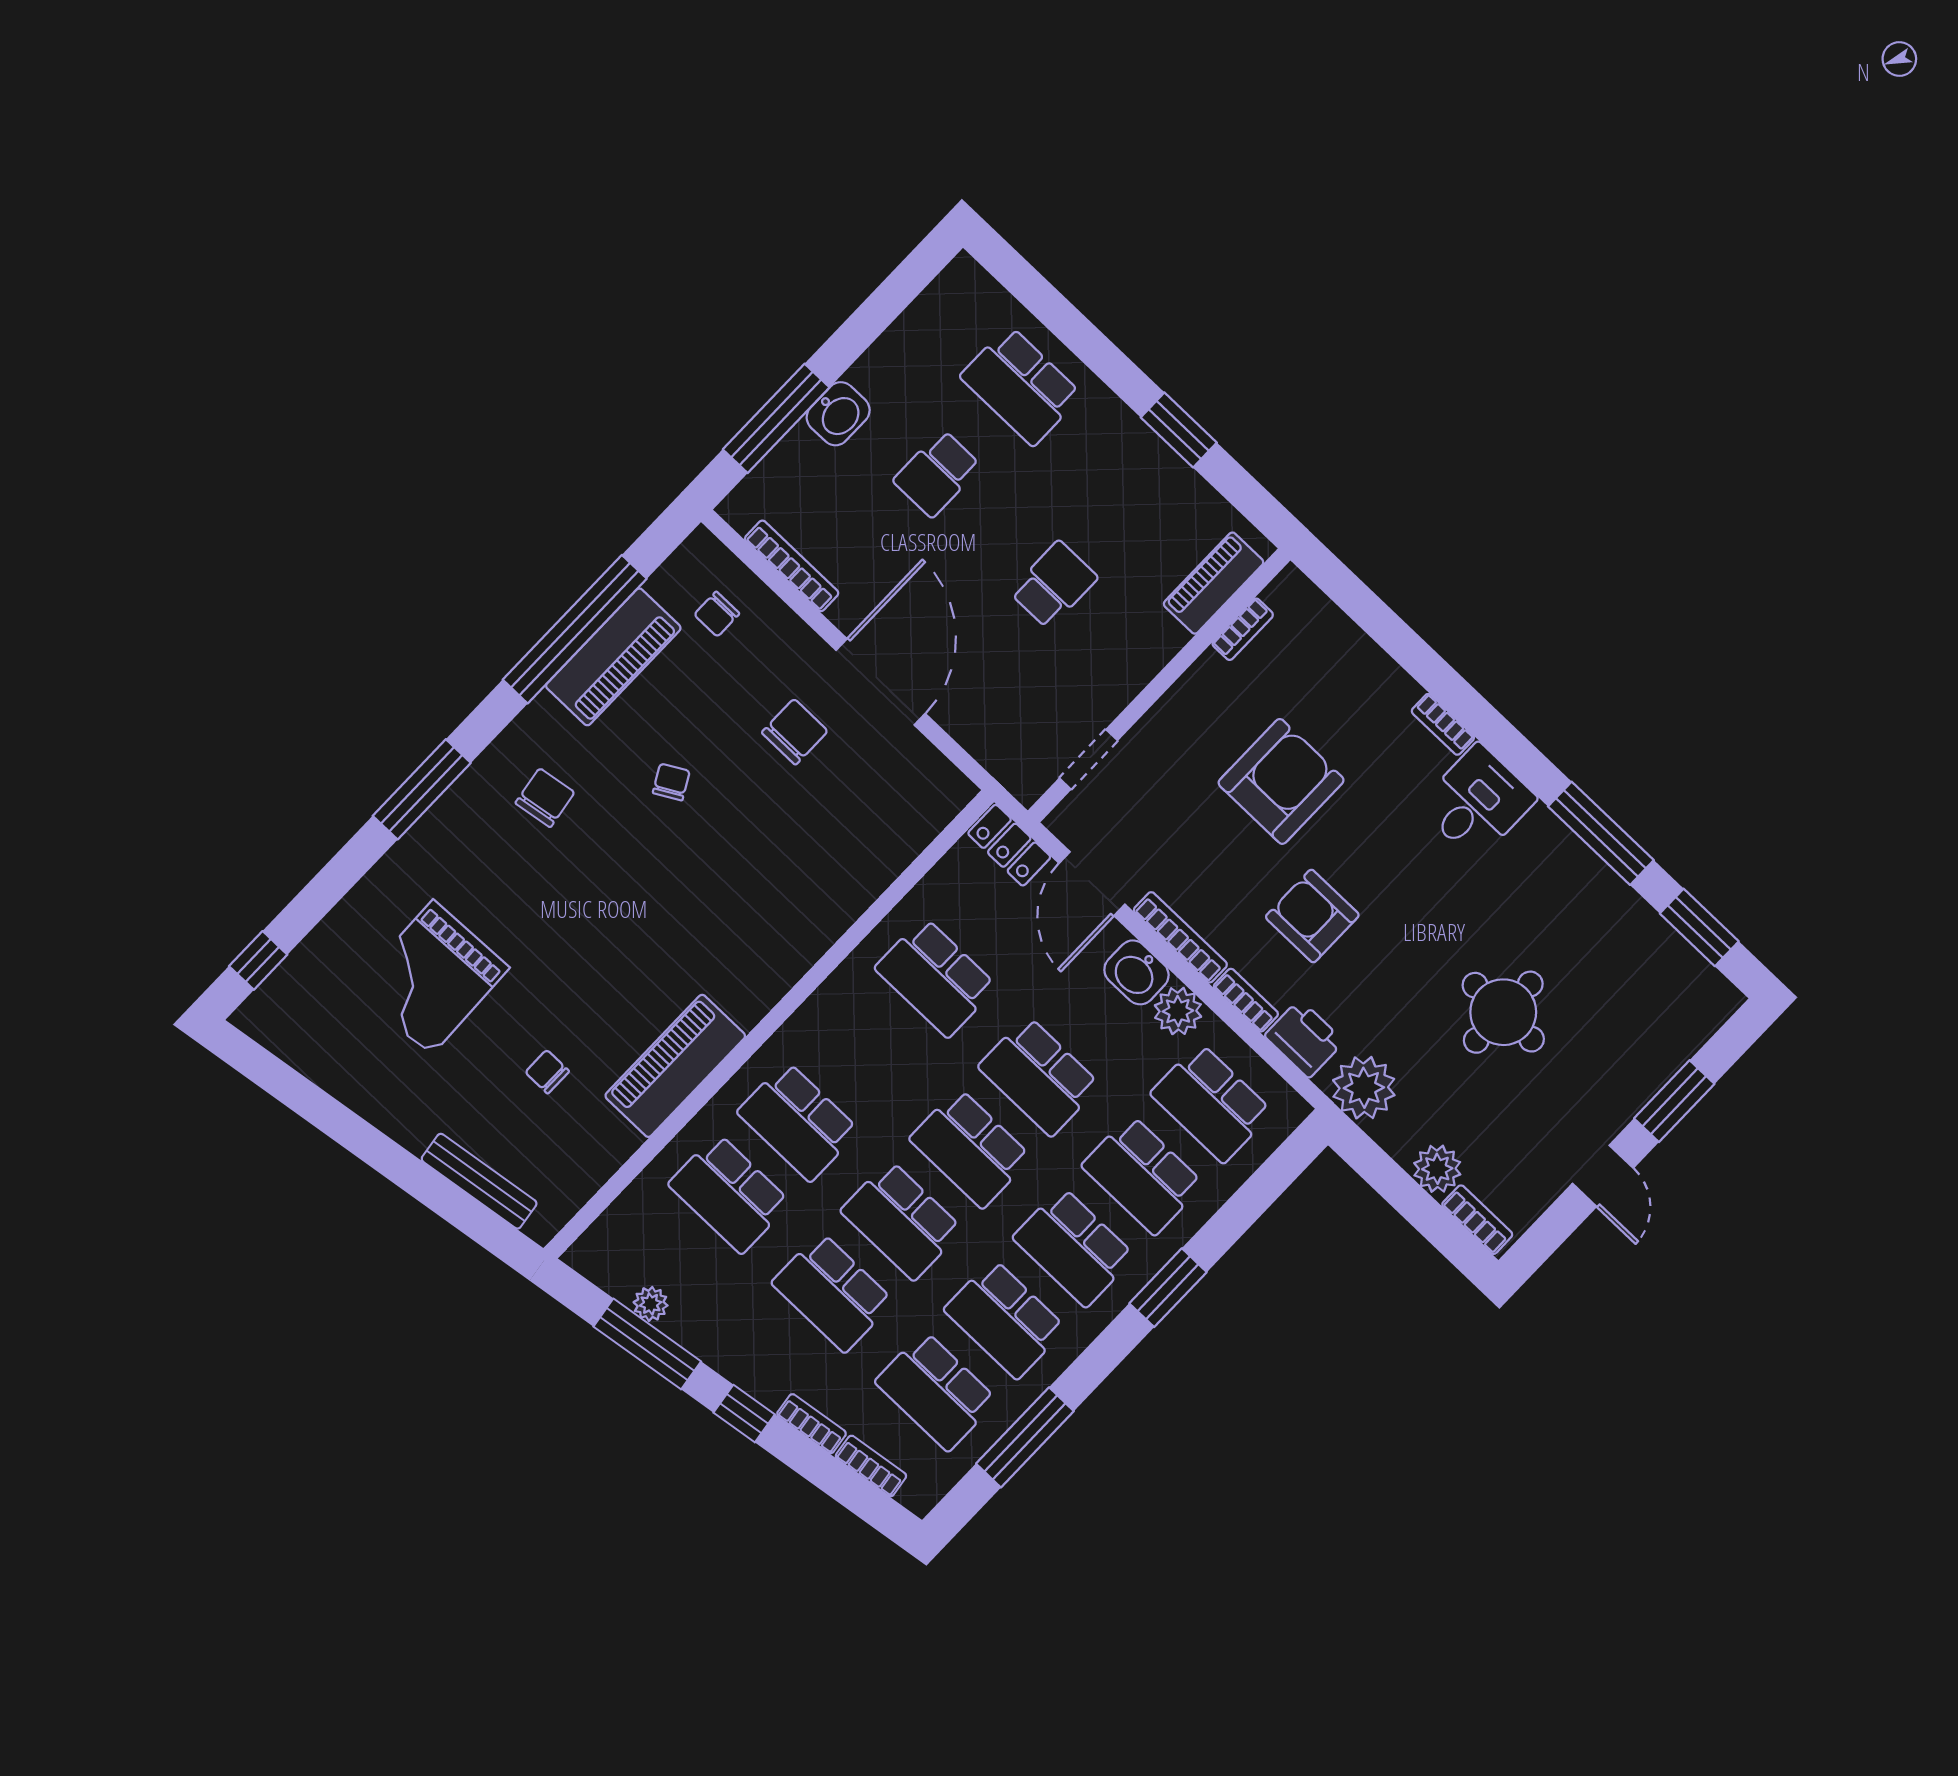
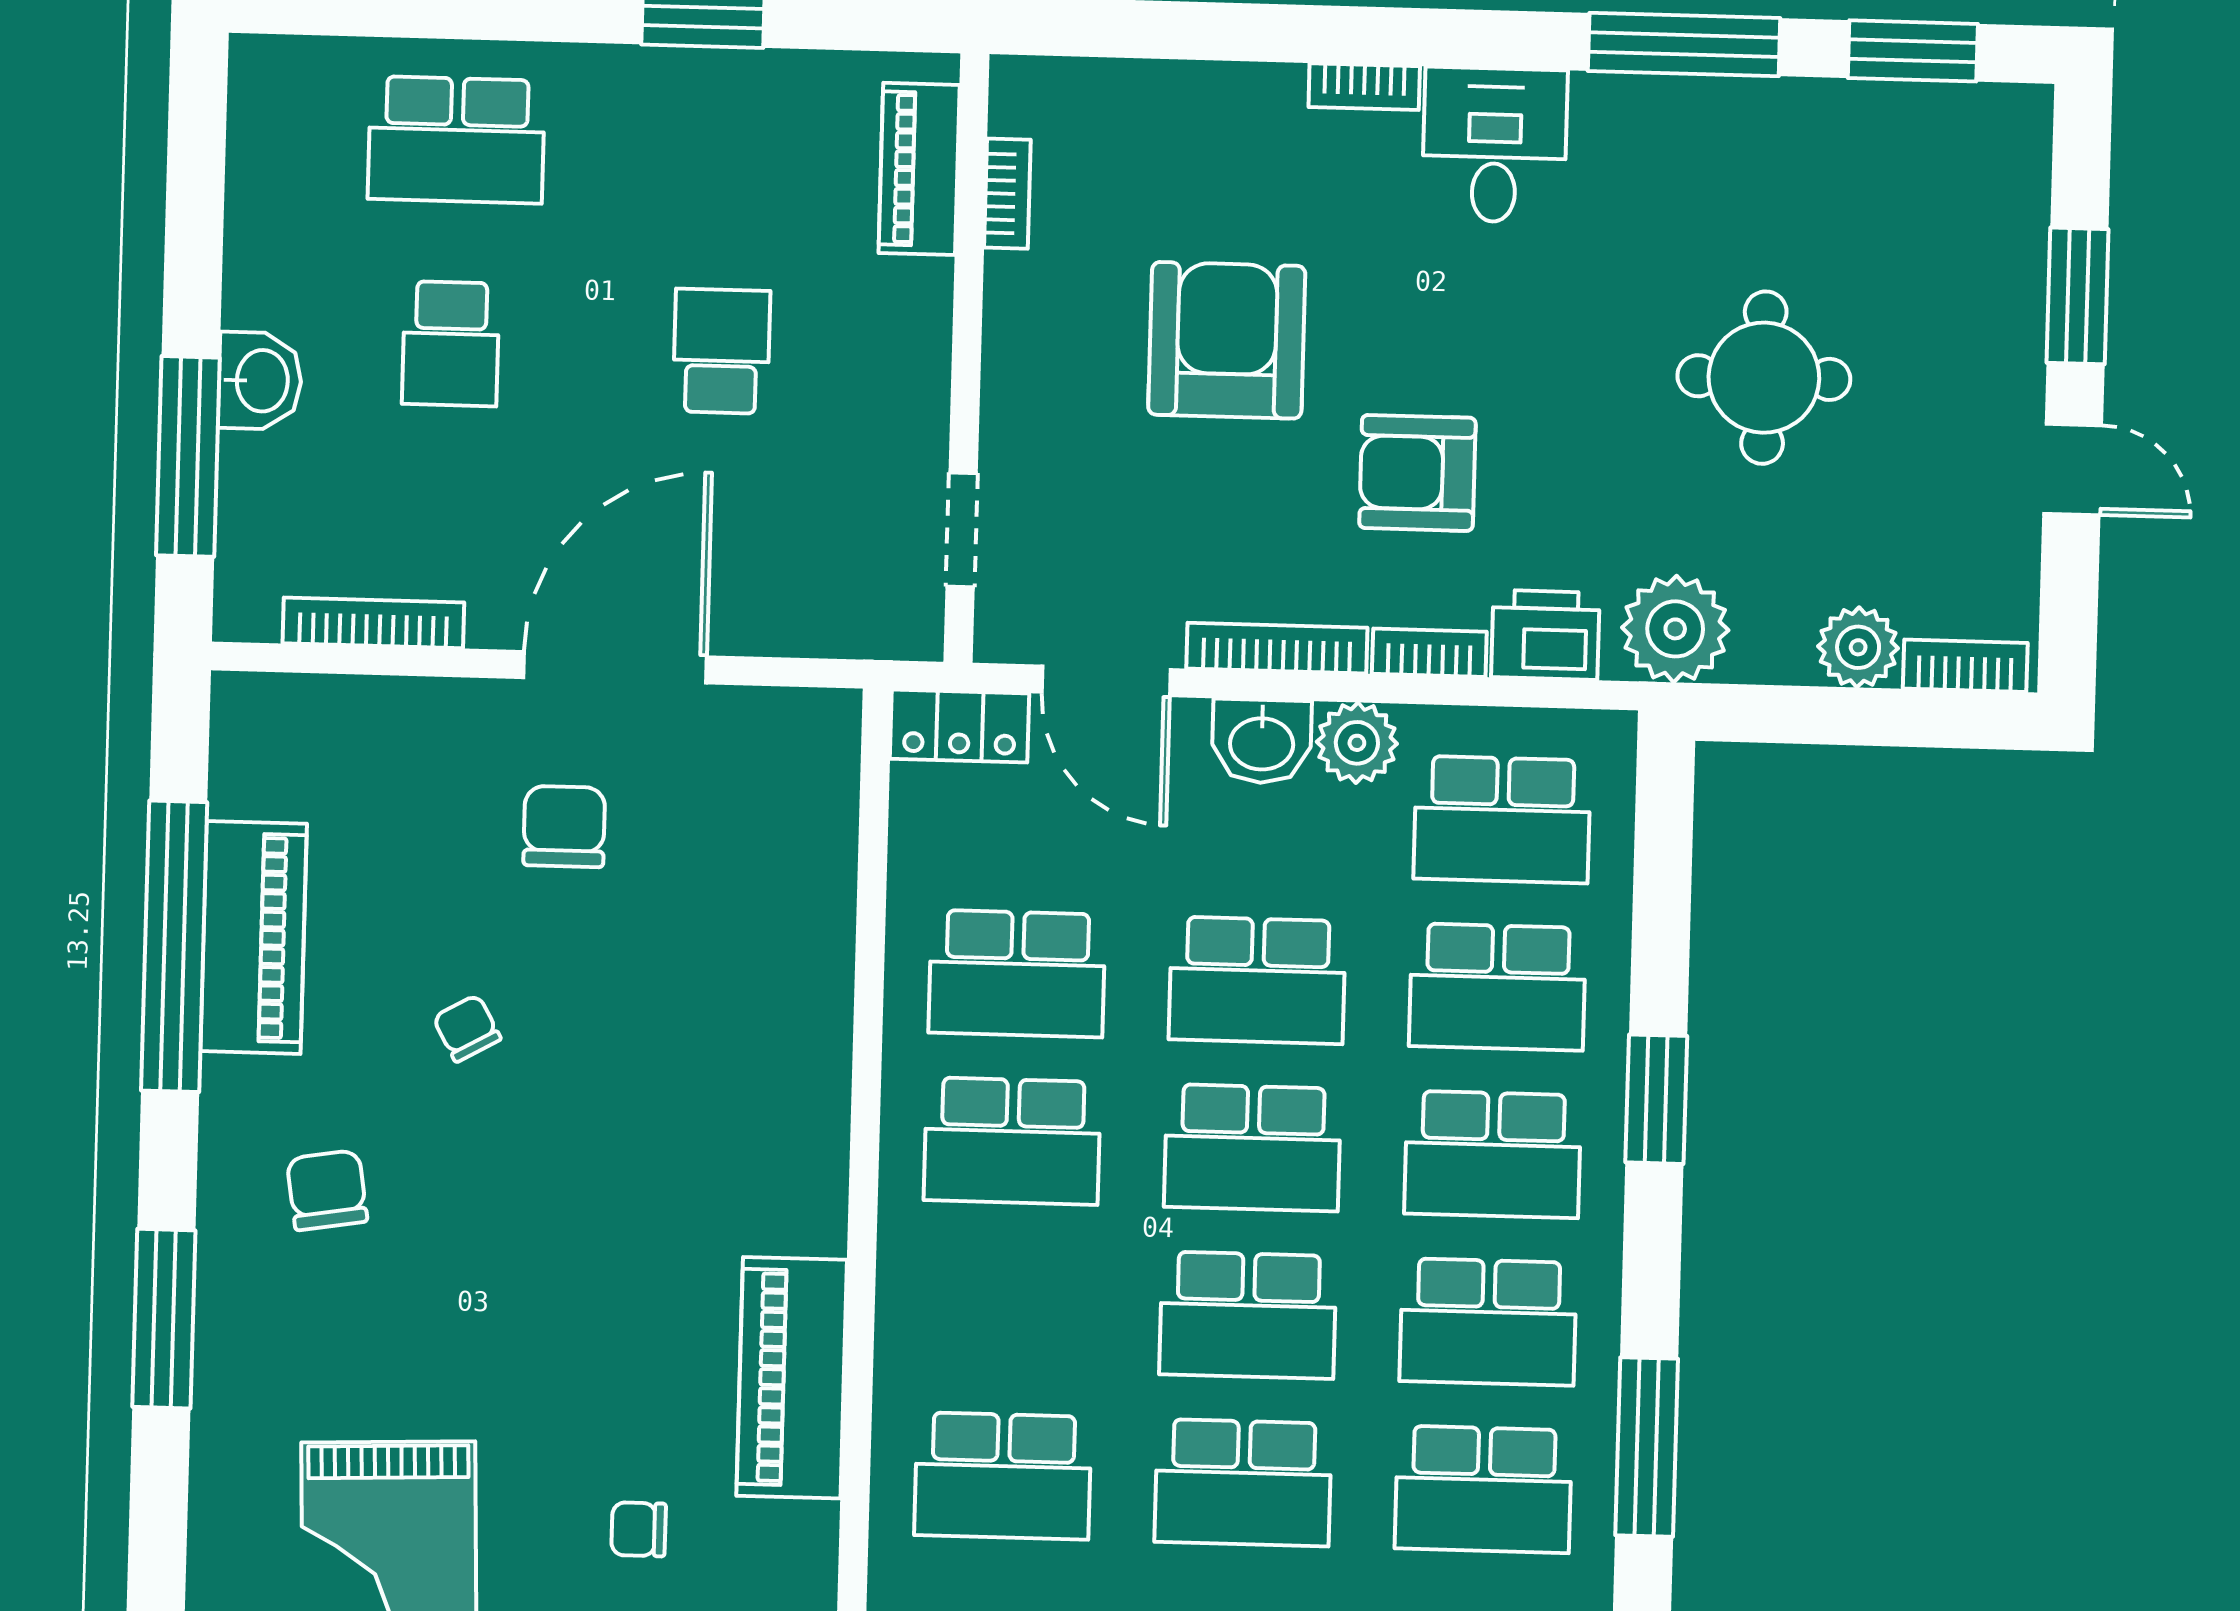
chair: (717, 614) -> (334, 767), removed
door: (881, 682) -> (615, 667), hinge flipped
school desk: (798, 1121) -> (1012, 1141), moved

